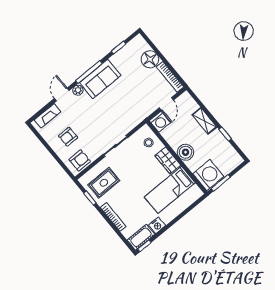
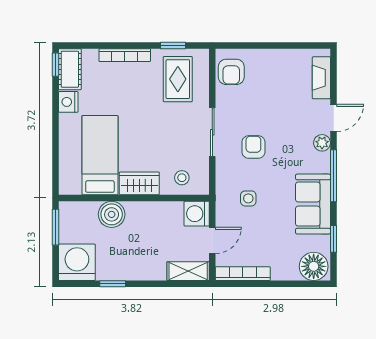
floor lamp: (150, 59) -> (314, 266), moved
sofa: (100, 79) -> (313, 204), moved
door: (62, 94) -> (334, 118), hinge flipped
side table: (133, 103) -> (248, 198), added
door: (166, 104) -> (212, 240), swing flipped
shelving: (204, 121) -> (188, 271), moved
armchair: (68, 137) -> (253, 147), moved
boiler: (186, 152) -> (112, 214), moved
washing machine: (208, 175) -> (77, 262), moved, turned 180

